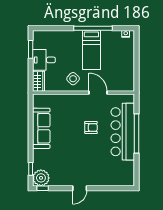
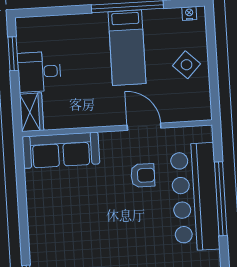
side table: (73, 79) -> (187, 65), moved
armchair: (91, 127) -> (143, 175), moved
sofa: (41, 128) -> (61, 150), moved, turned 90

